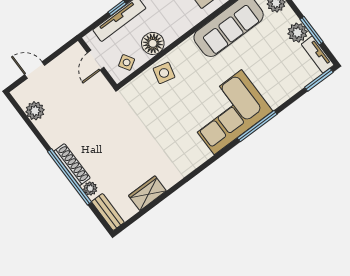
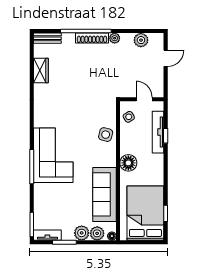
plant: (298, 33) -> (82, 233), moved
floor lamp: (153, 43) -> (128, 163), moved
plant: (90, 189) -> (115, 38), moved

